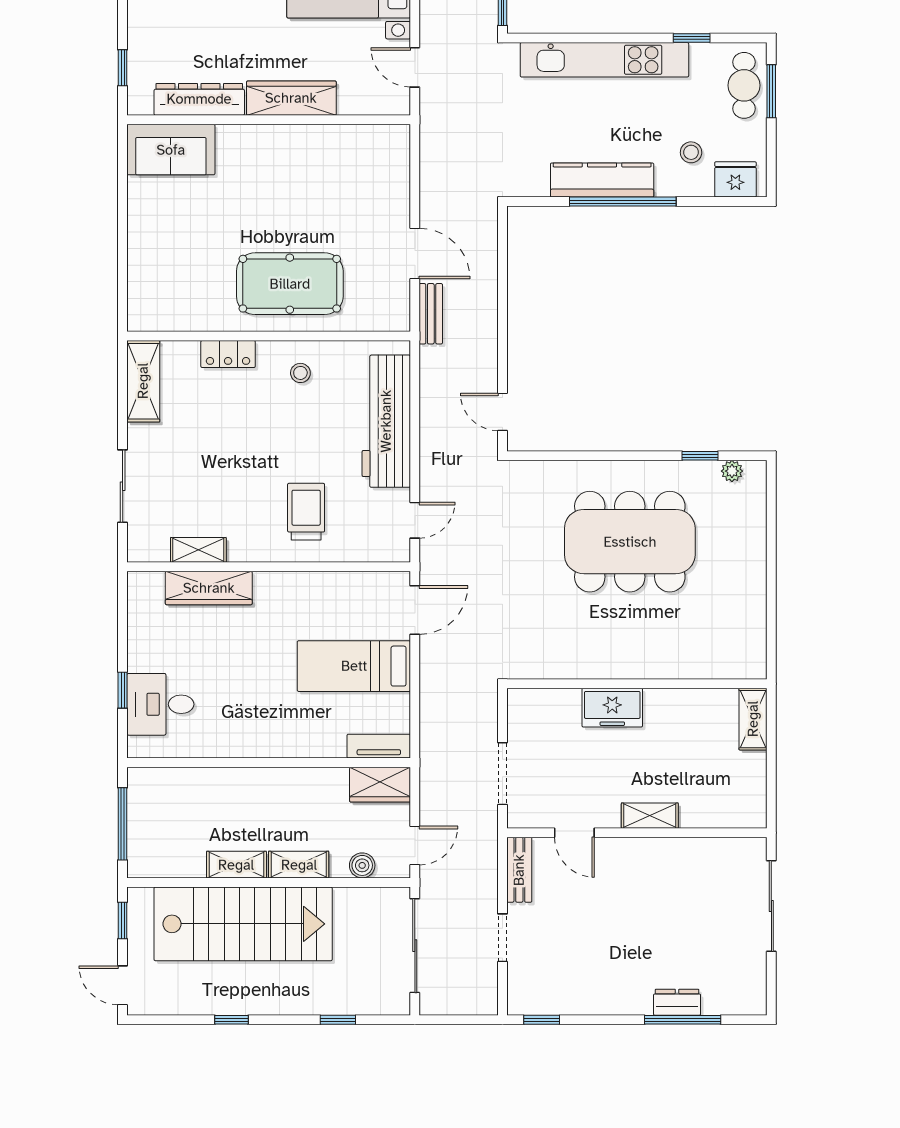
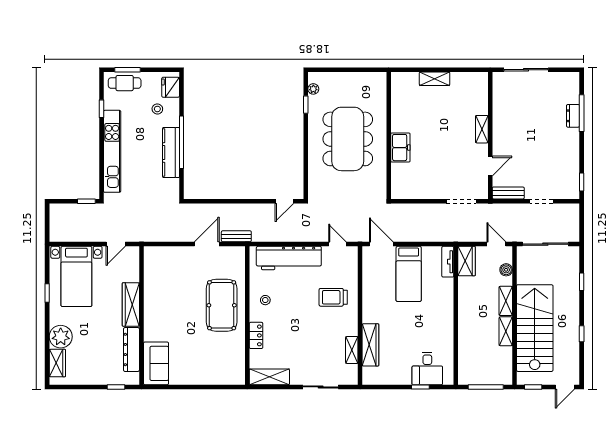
wall: (637, 684) -> (389, 135), moved
freezer: (612, 708) -> (400, 148), moved

